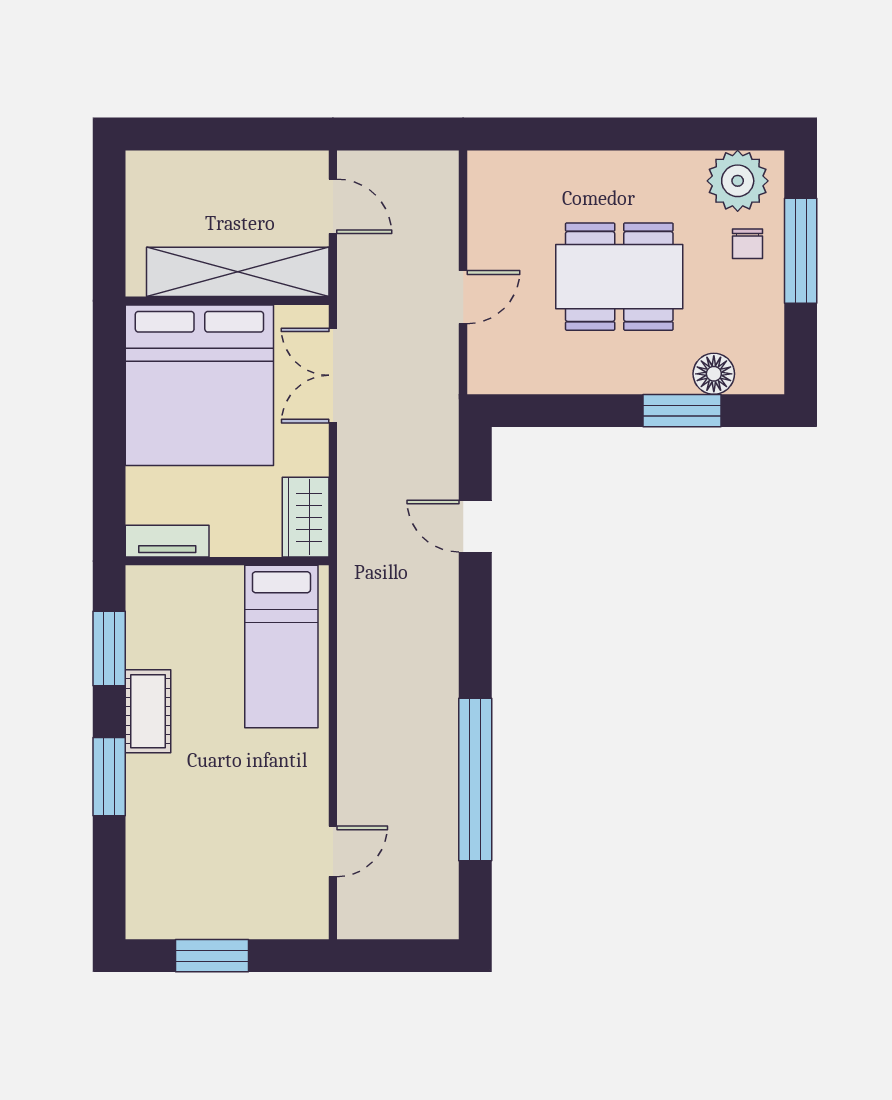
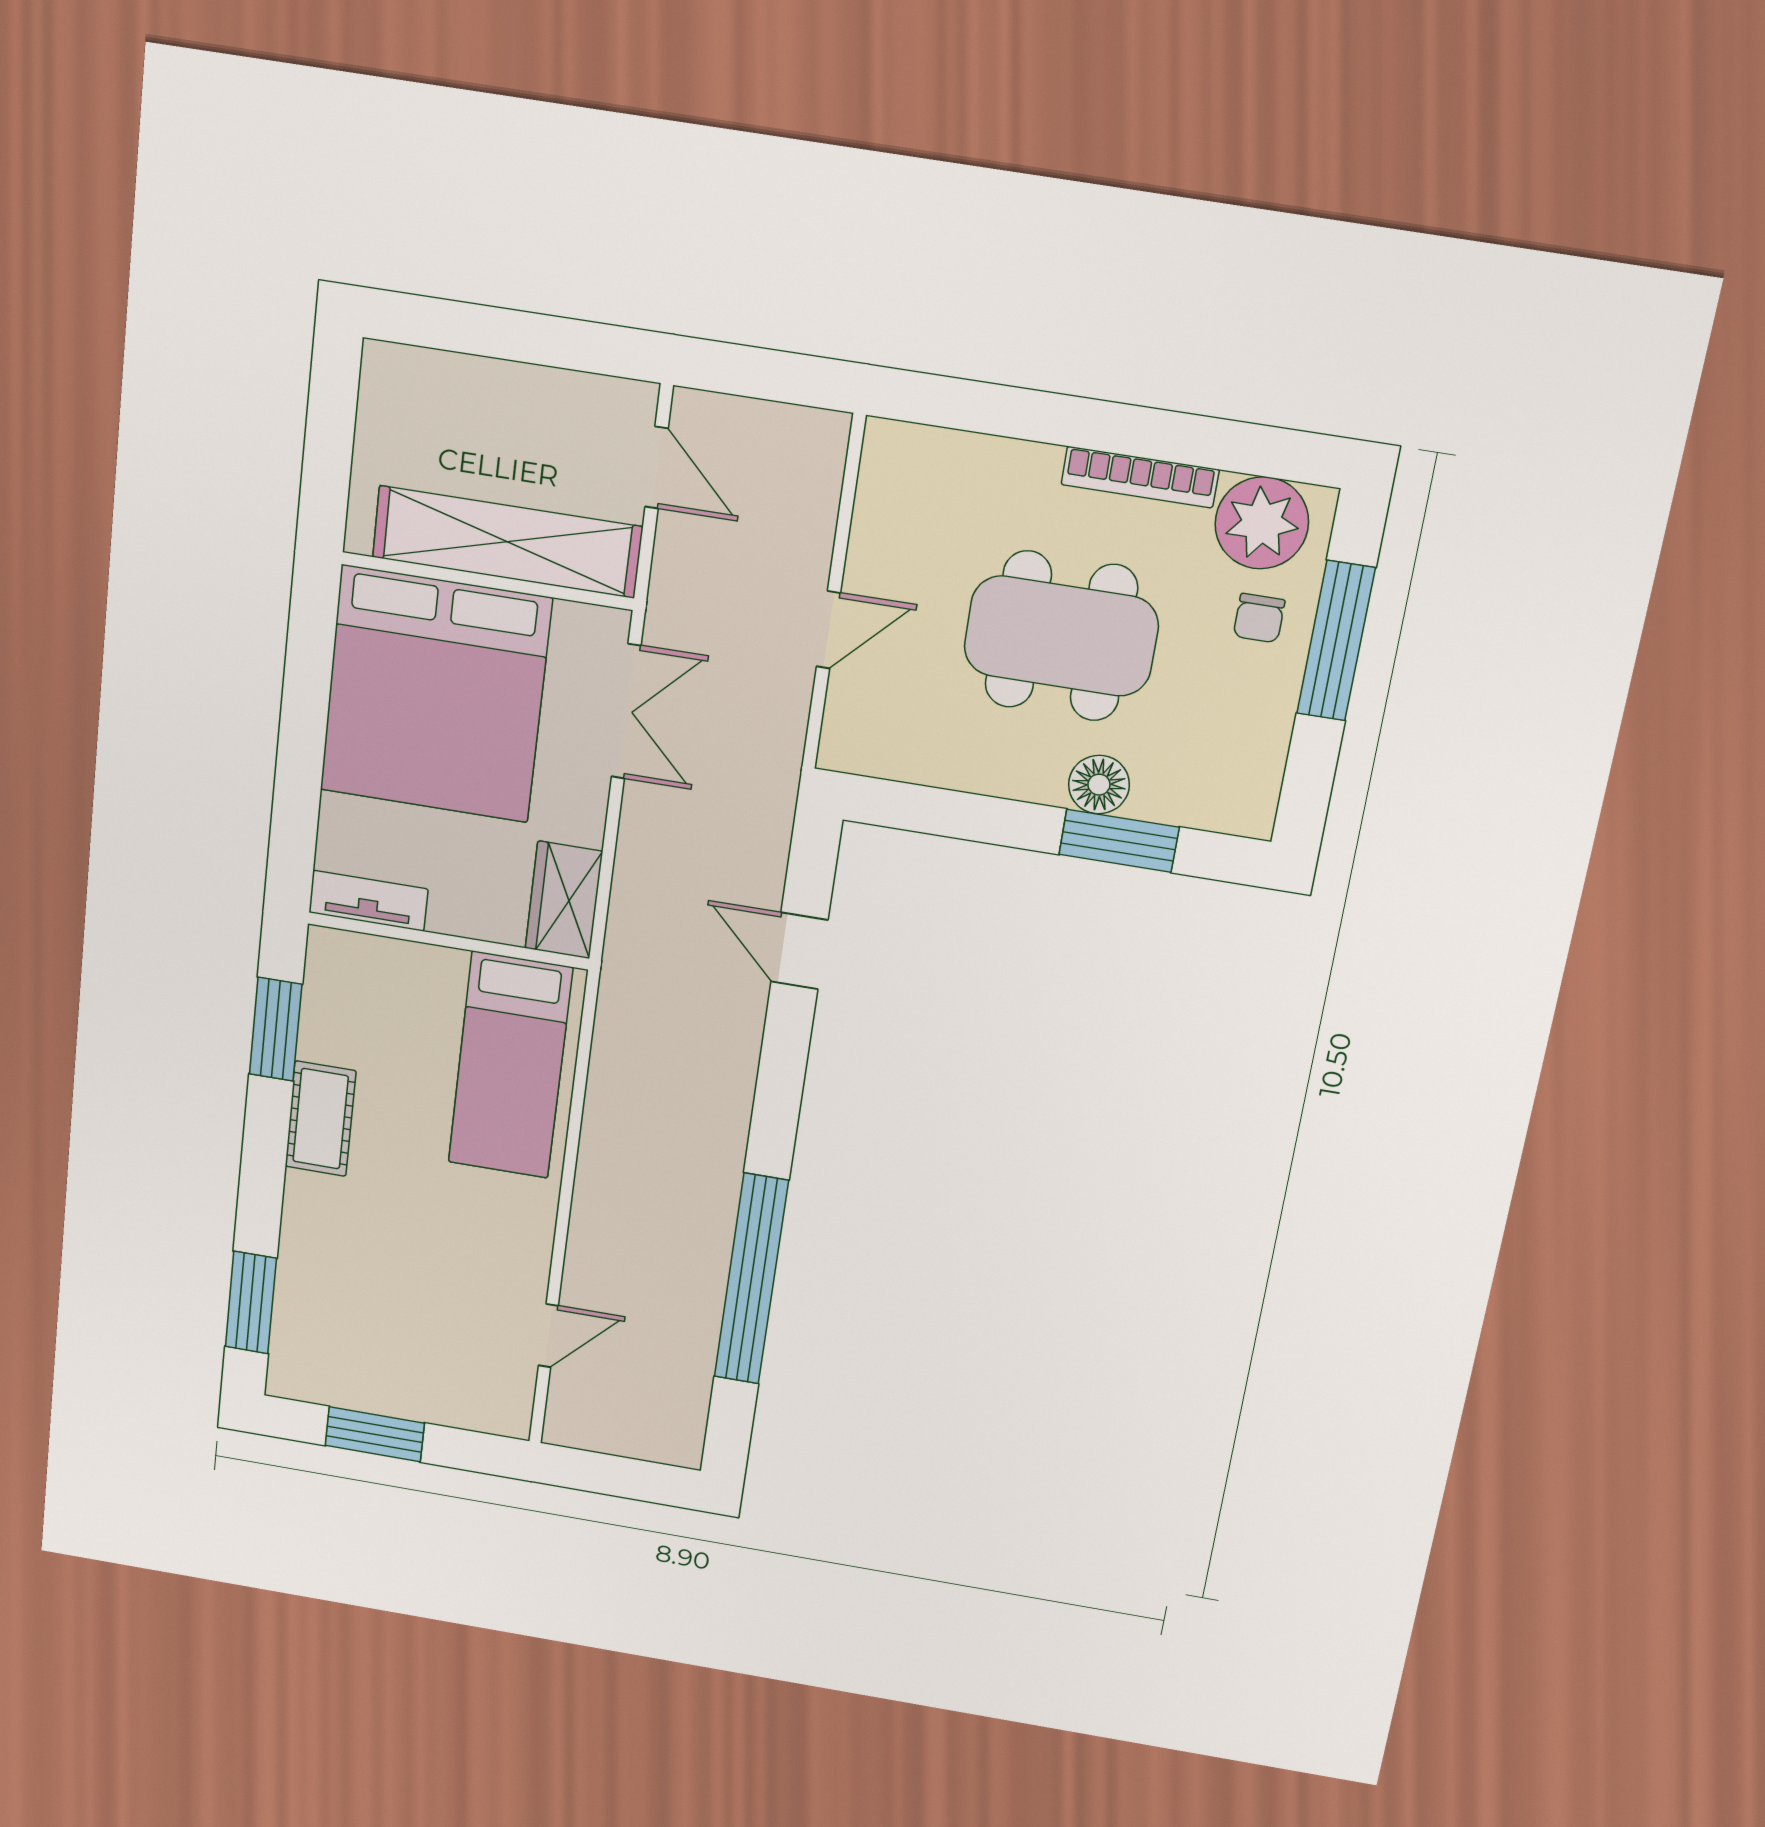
bookcase: (653, 163) -> (1140, 477), added
floor lamp: (714, 374) -> (1099, 785), moved
double door: (333, 375) -> (626, 711), swing flipped
window: (109, 777) -> (251, 1303), moved

